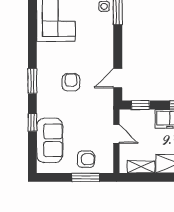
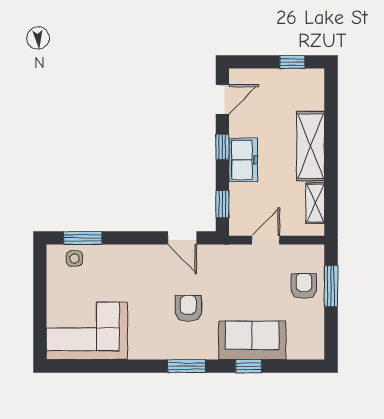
armchair: (71, 82) -> (188, 308), turned 90
sofa: (50, 140) -> (252, 340), moved

